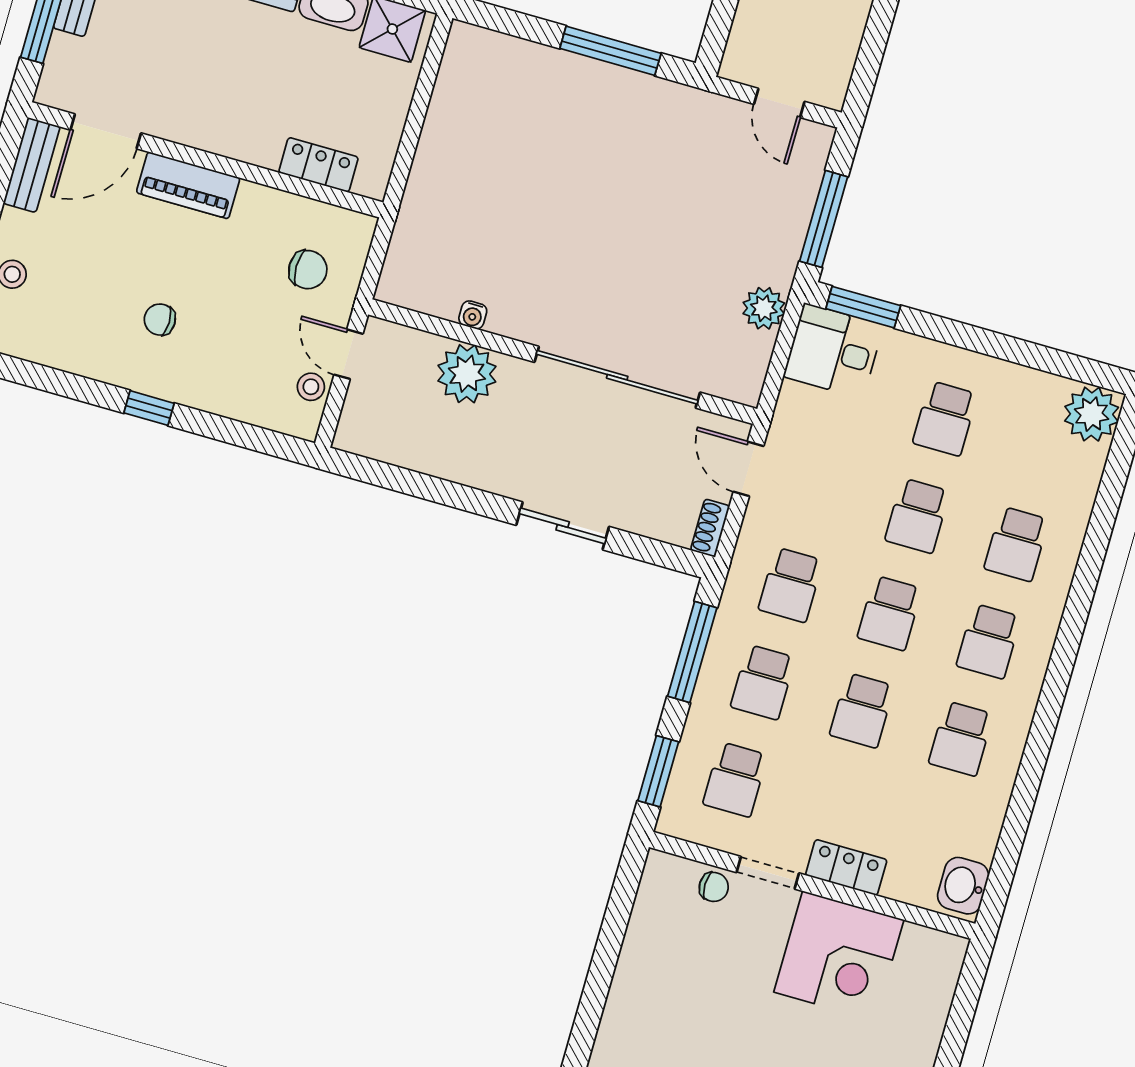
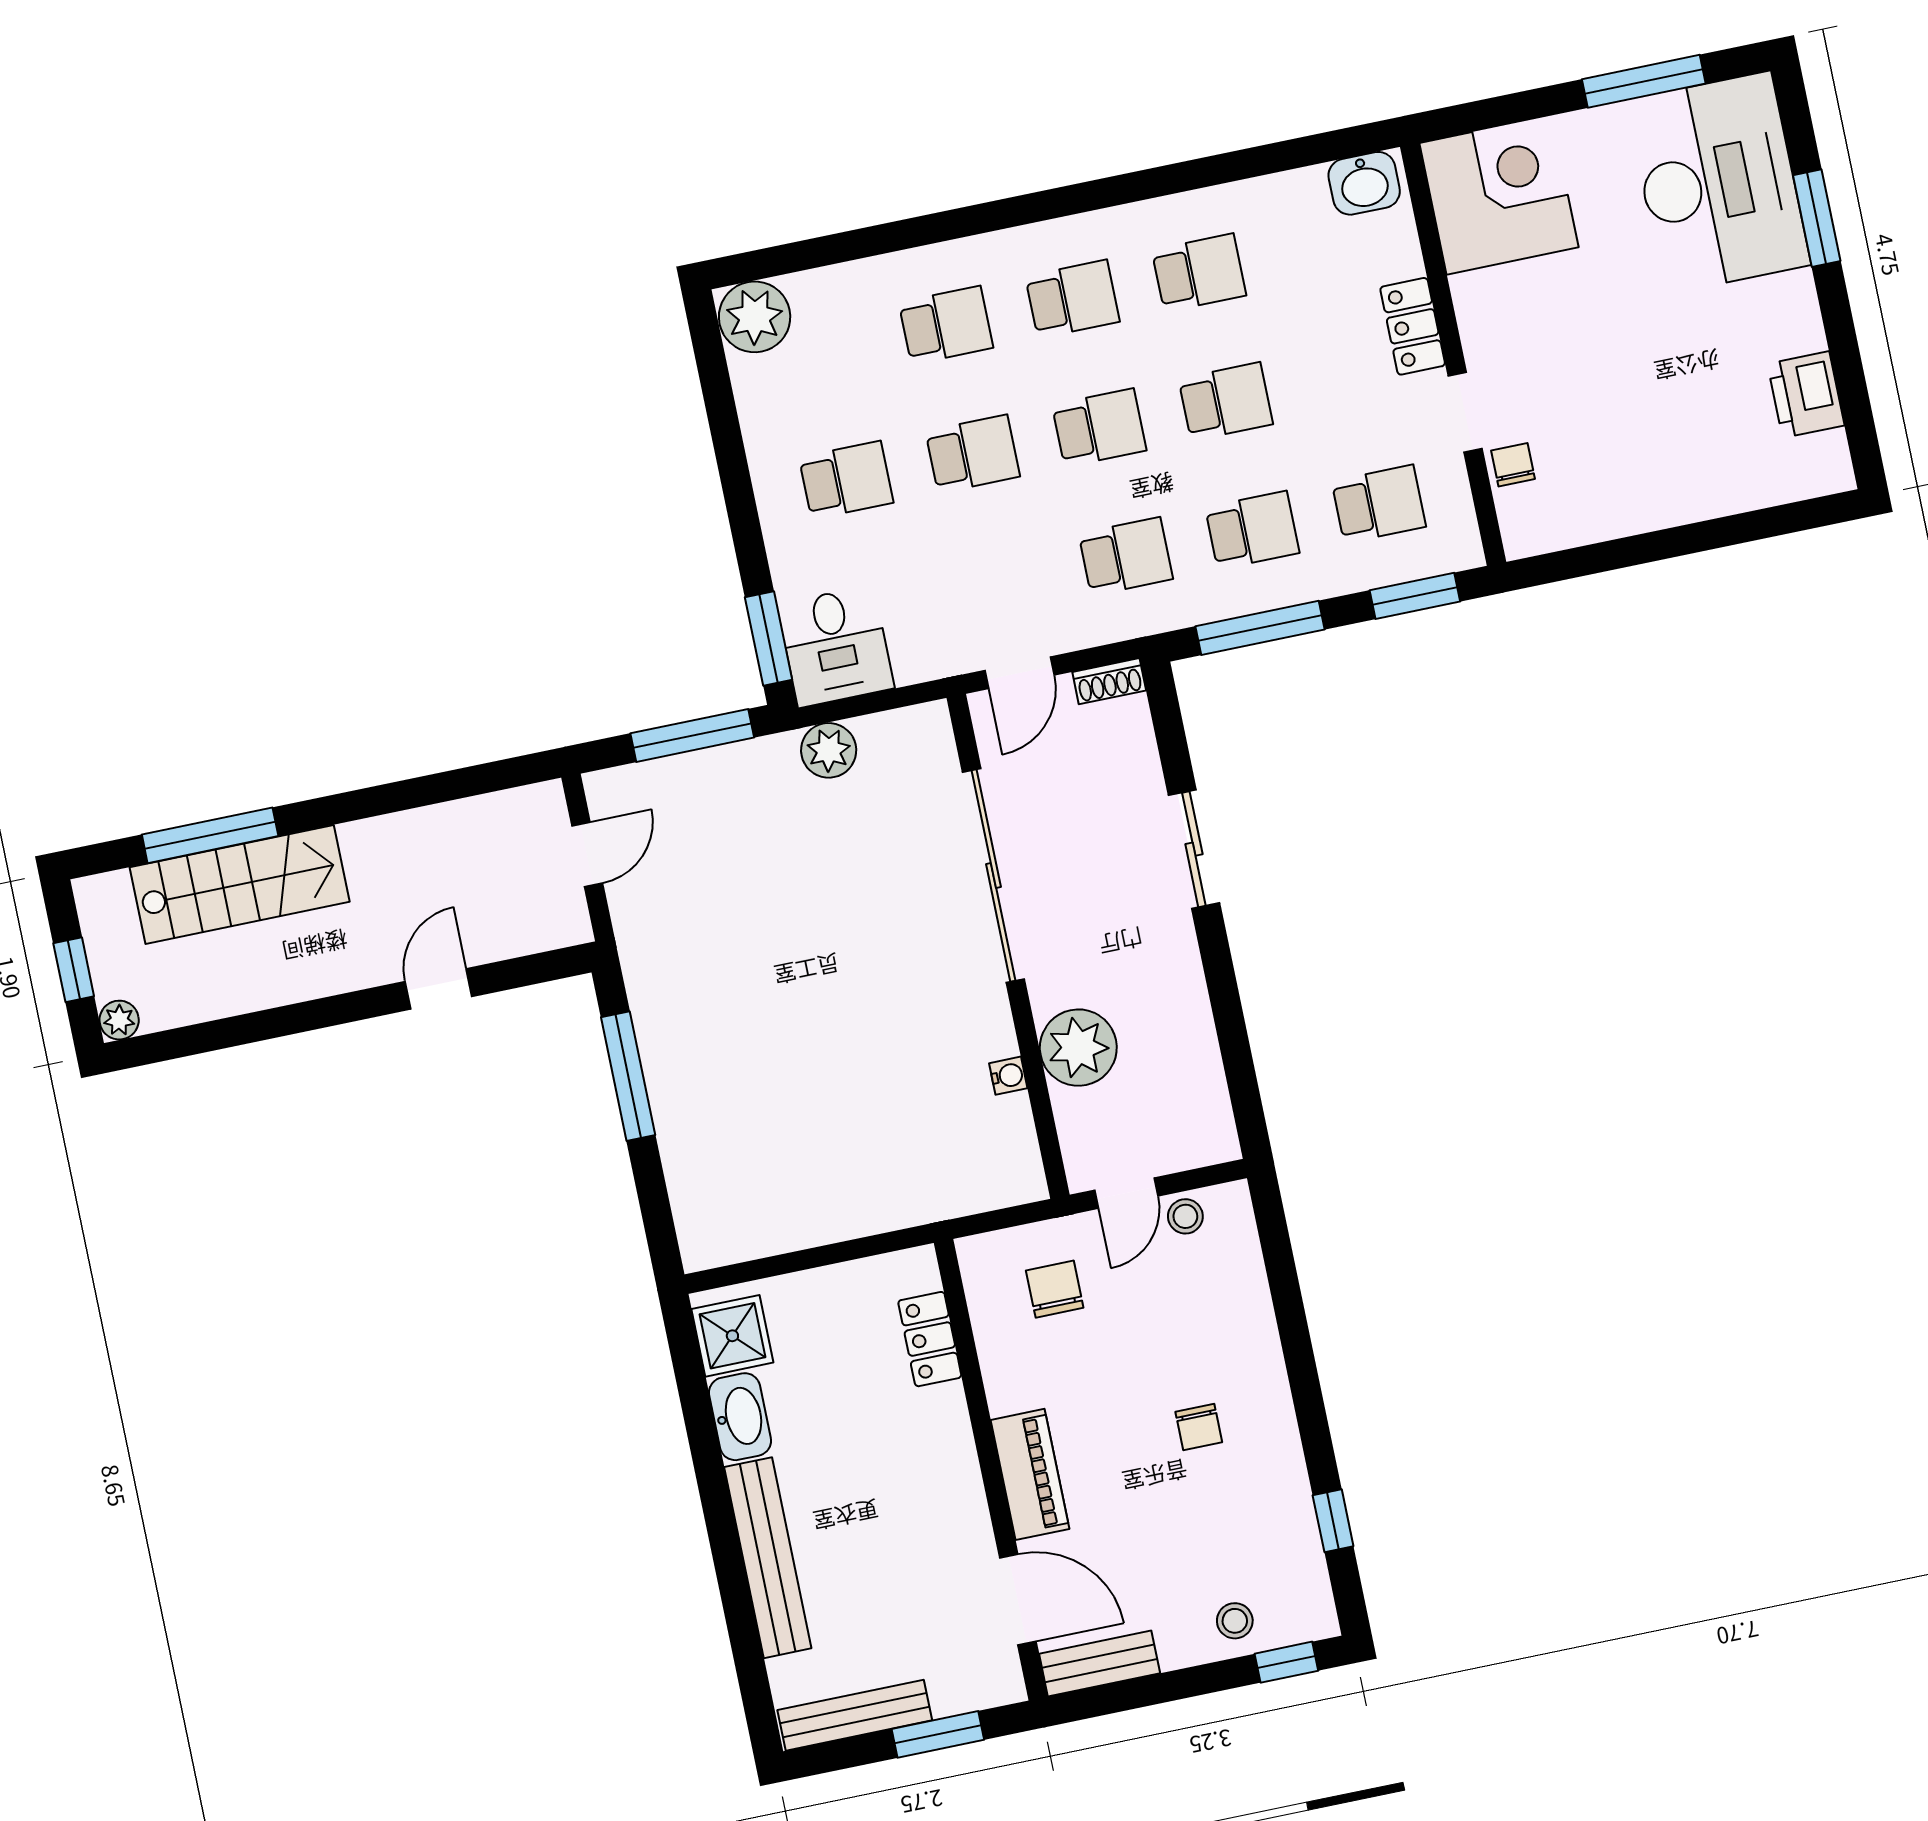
window: (149, 408) -> (1333, 1521), moved
corner desk: (839, 956) -> (1499, 195), moved

